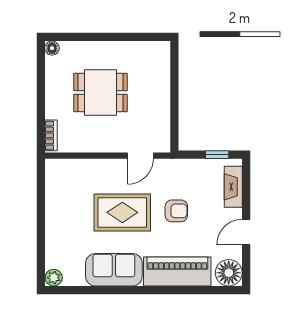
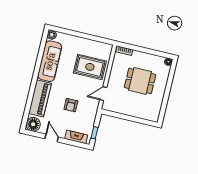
dining table: (100, 92) -> (140, 81), turned 90
door: (140, 156) -> (103, 94), hinge flipped
rug: (122, 212) -> (90, 67), moved, turned 90
sofa: (114, 270) -> (50, 61), width x1.36

